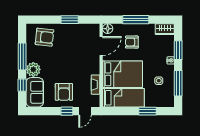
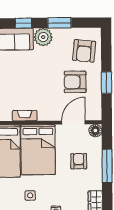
door: (101, 46) -> (73, 122), swing flipped
window: (22, 57) -> (59, 23), width x0.69
armchair: (64, 92) -> (75, 82), moved

